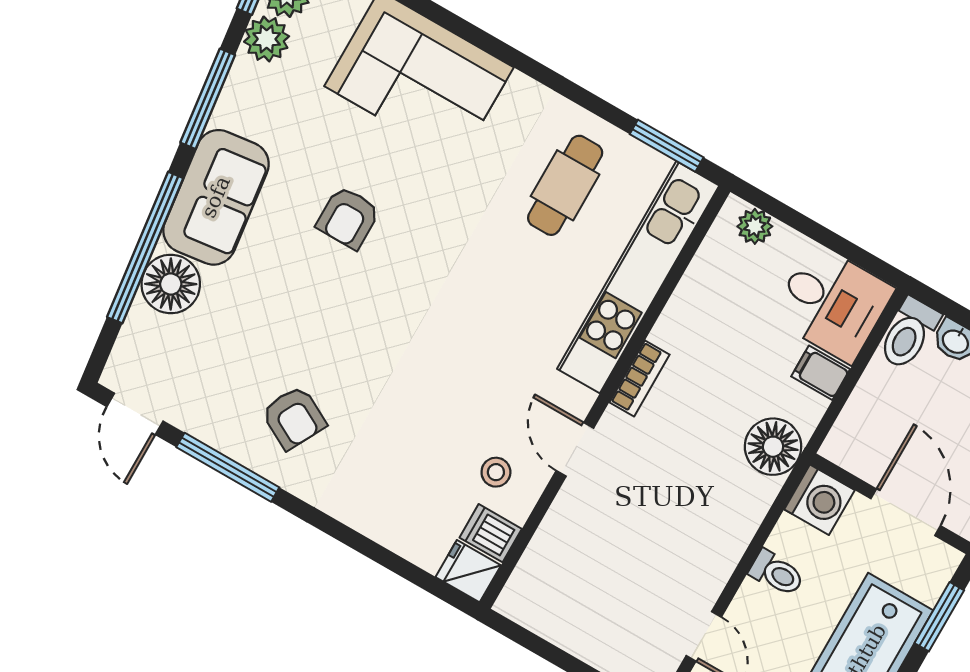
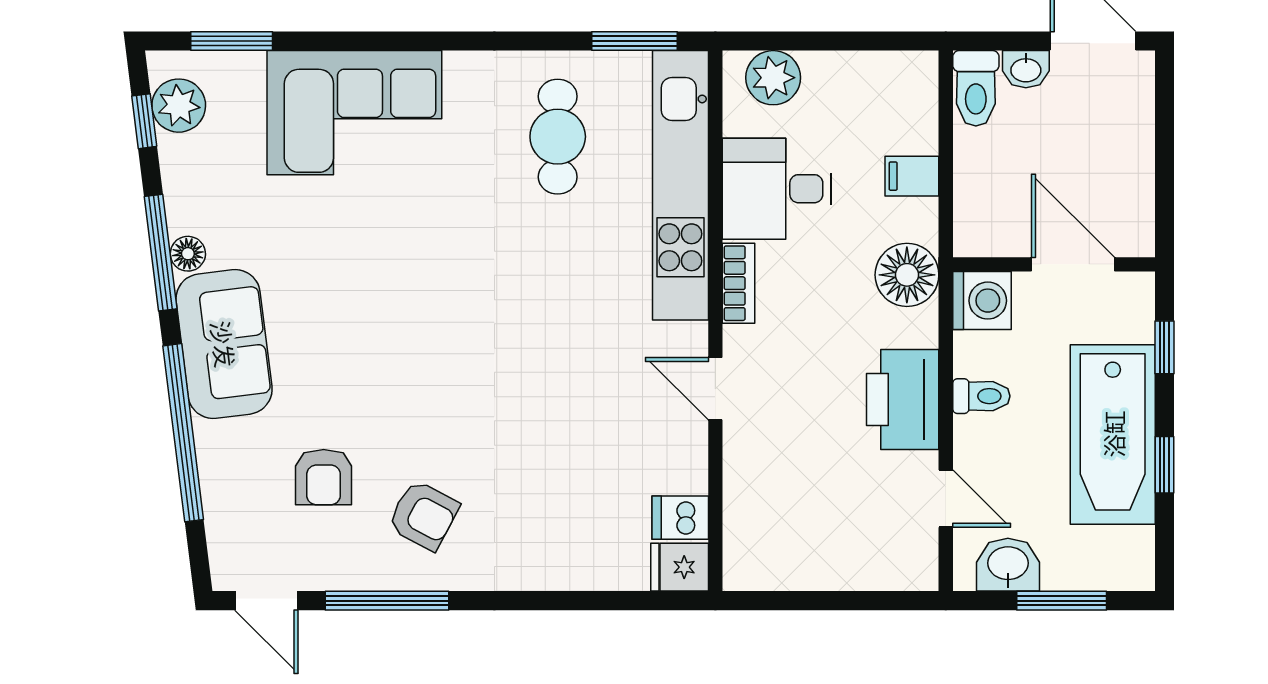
plant: (267, 39) -> (185, 161), removed
armchair: (348, 218) -> (324, 477), moved
plant: (755, 226) -> (773, 78), width x1.38, depth x1.38
floor lamp: (171, 284) -> (188, 254), moved, width x0.53, depth x0.53
desk: (832, 303) -> (777, 189), moved, turned 180
stool: (496, 472) -> (651, 455), removed
printer: (714, 541) -> (903, 400), added
window: (939, 617) -> (1164, 347), width x0.67

